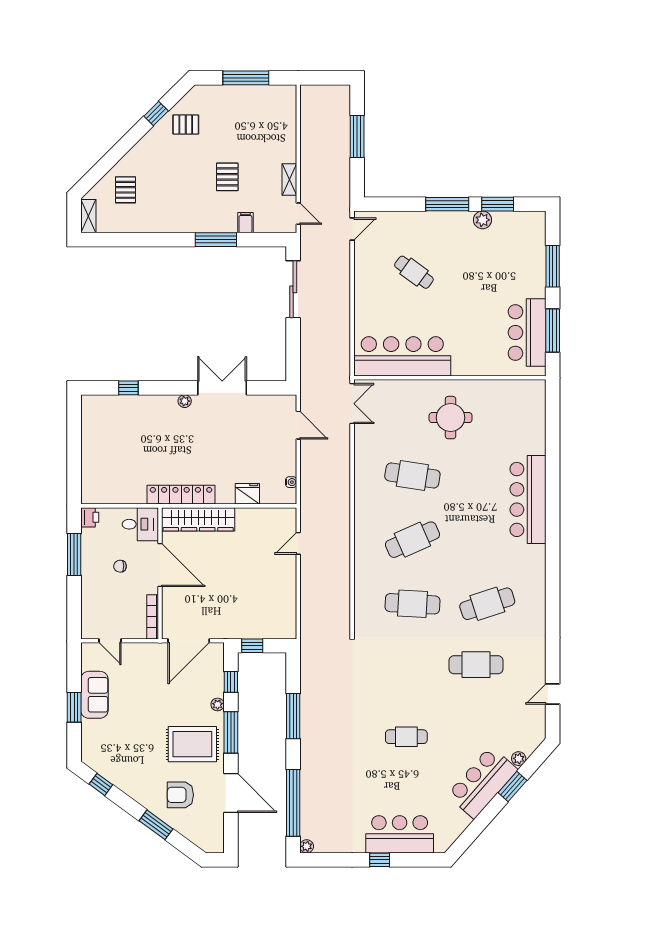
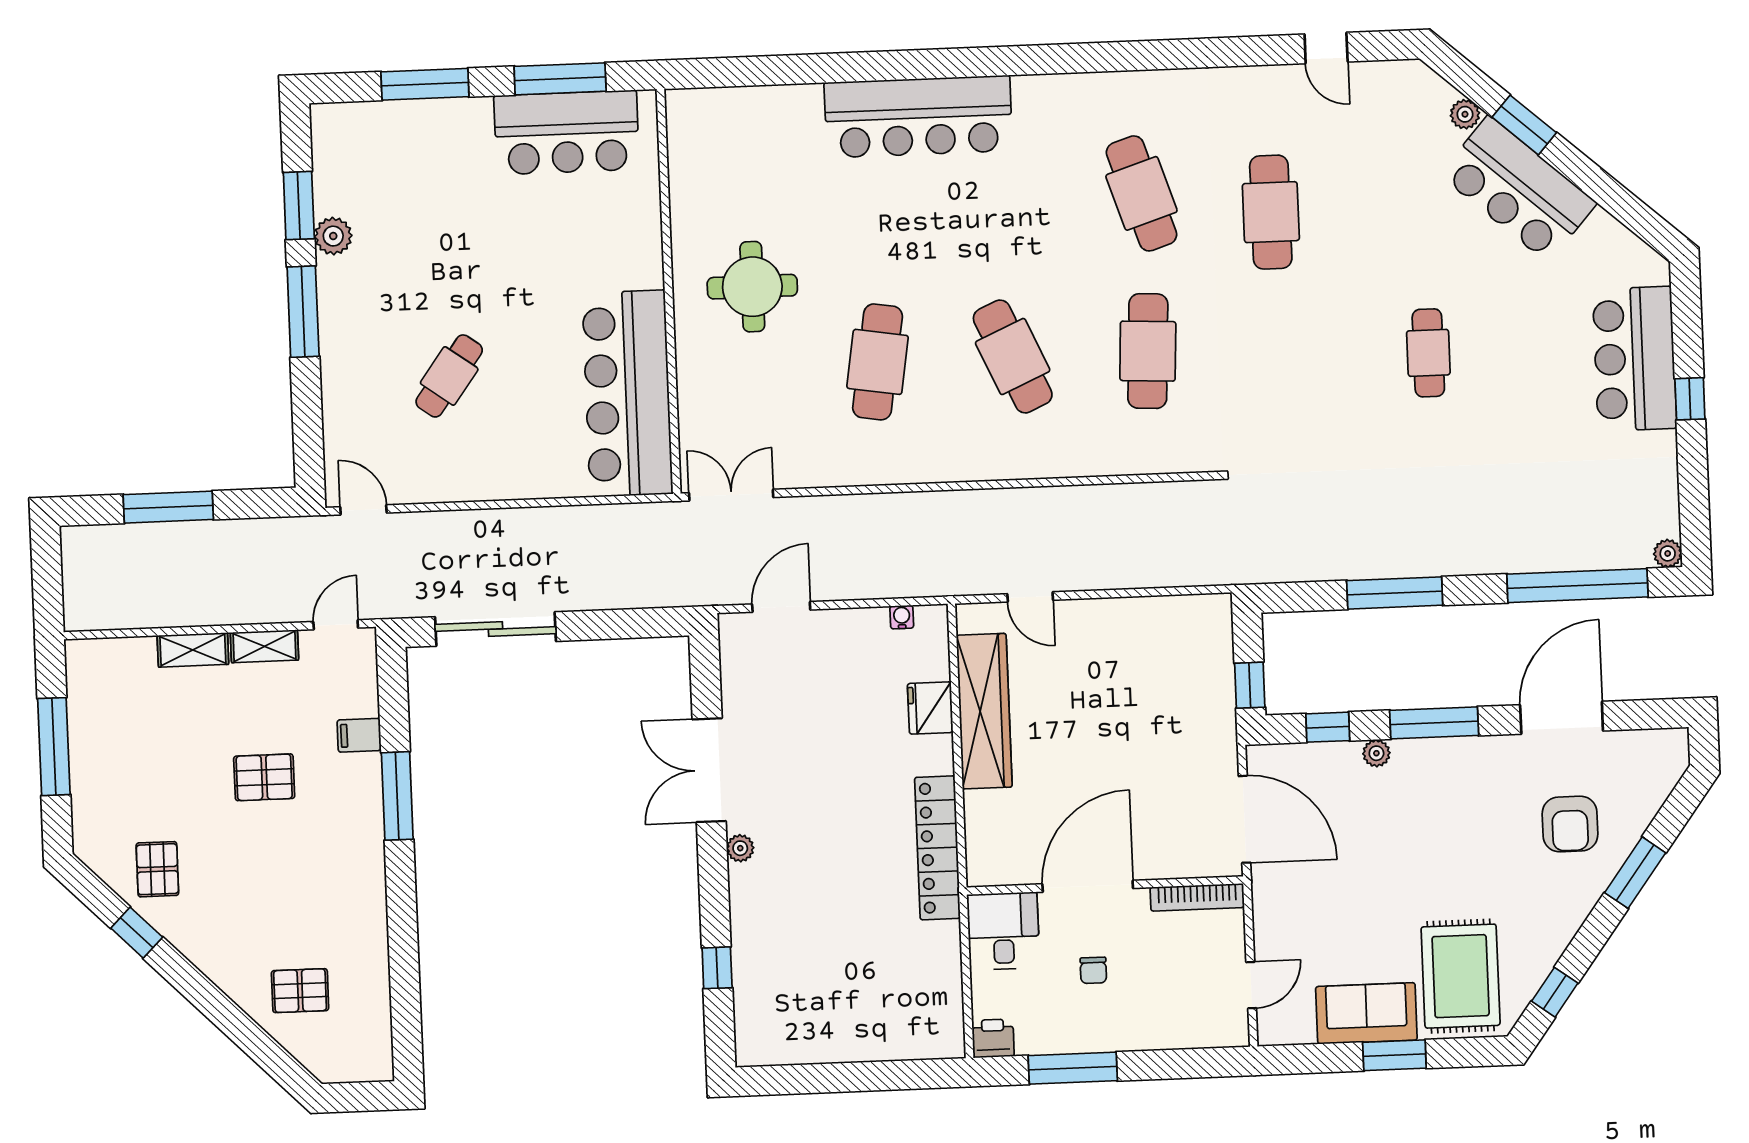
shelving: (88, 216) -> (193, 650), moved
wardrobe: (198, 519) -> (984, 711), moved
rug: (192, 744) -> (1461, 976), moved

